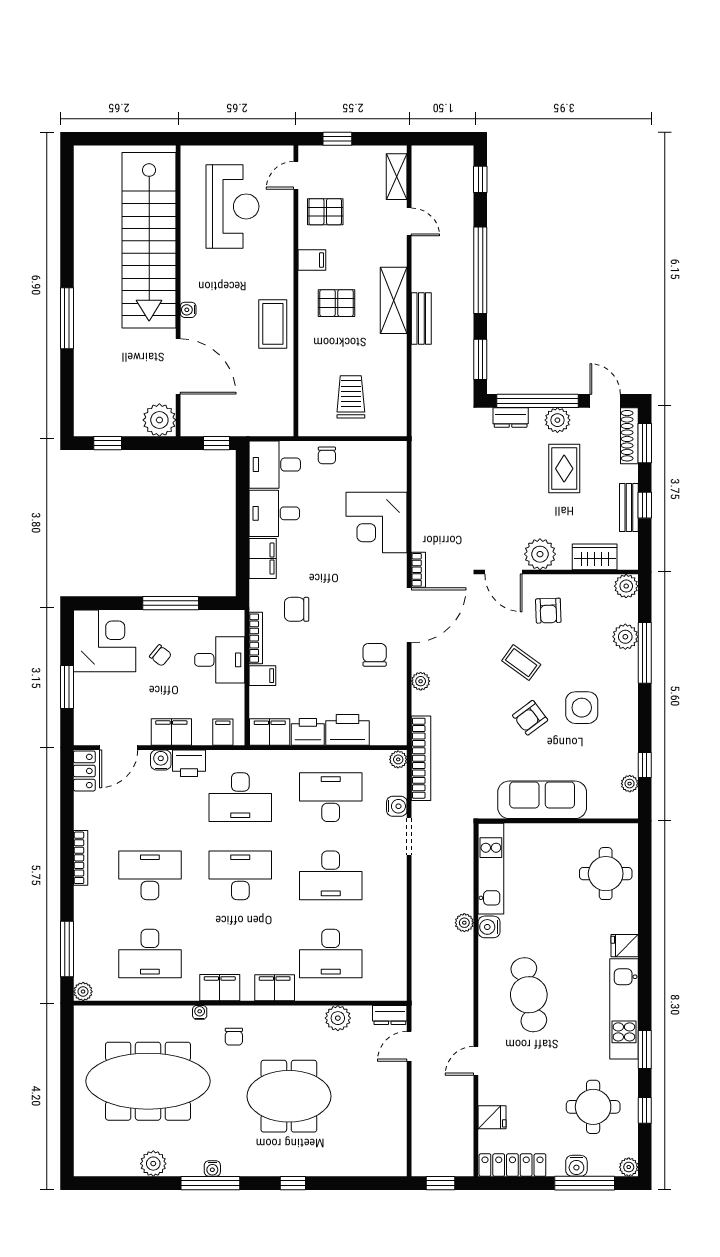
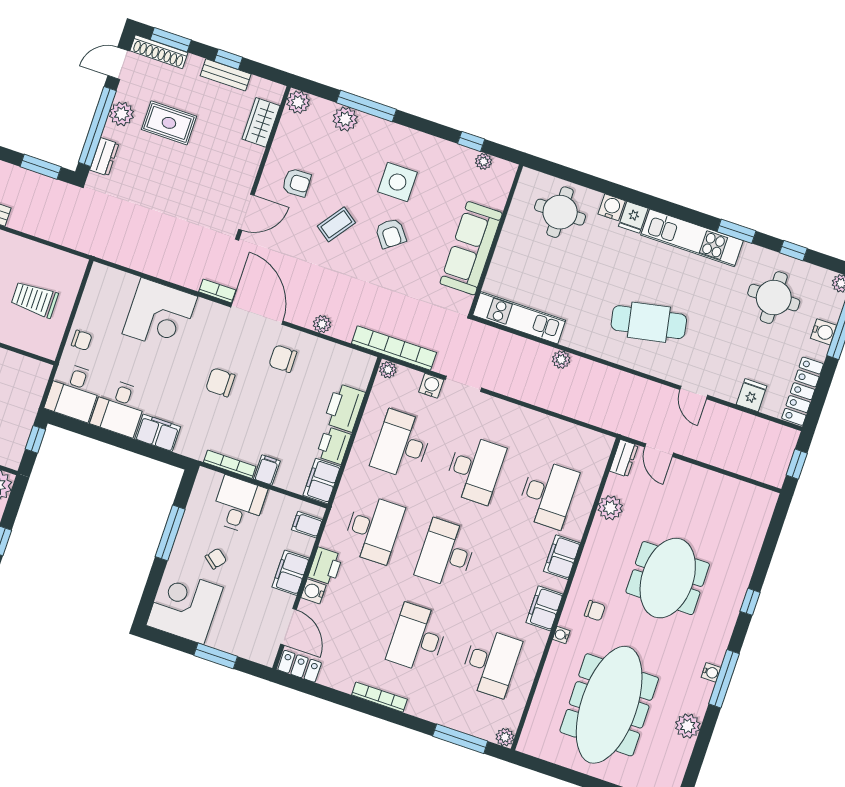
plant: (540, 554) -> (241, 173), removed
chair: (297, 609) -> (220, 382), moved, turned 90
water cooler: (489, 927) -> (612, 207), moved, turned 180

